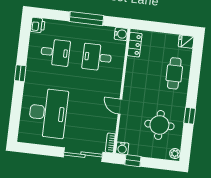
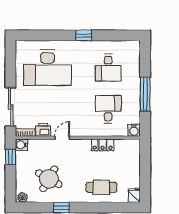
printer: (38, 25) -> (43, 130), moved, turned 180
locker: (135, 45) -> (103, 145), moved
round table: (159, 125) -> (49, 179), turned 30

